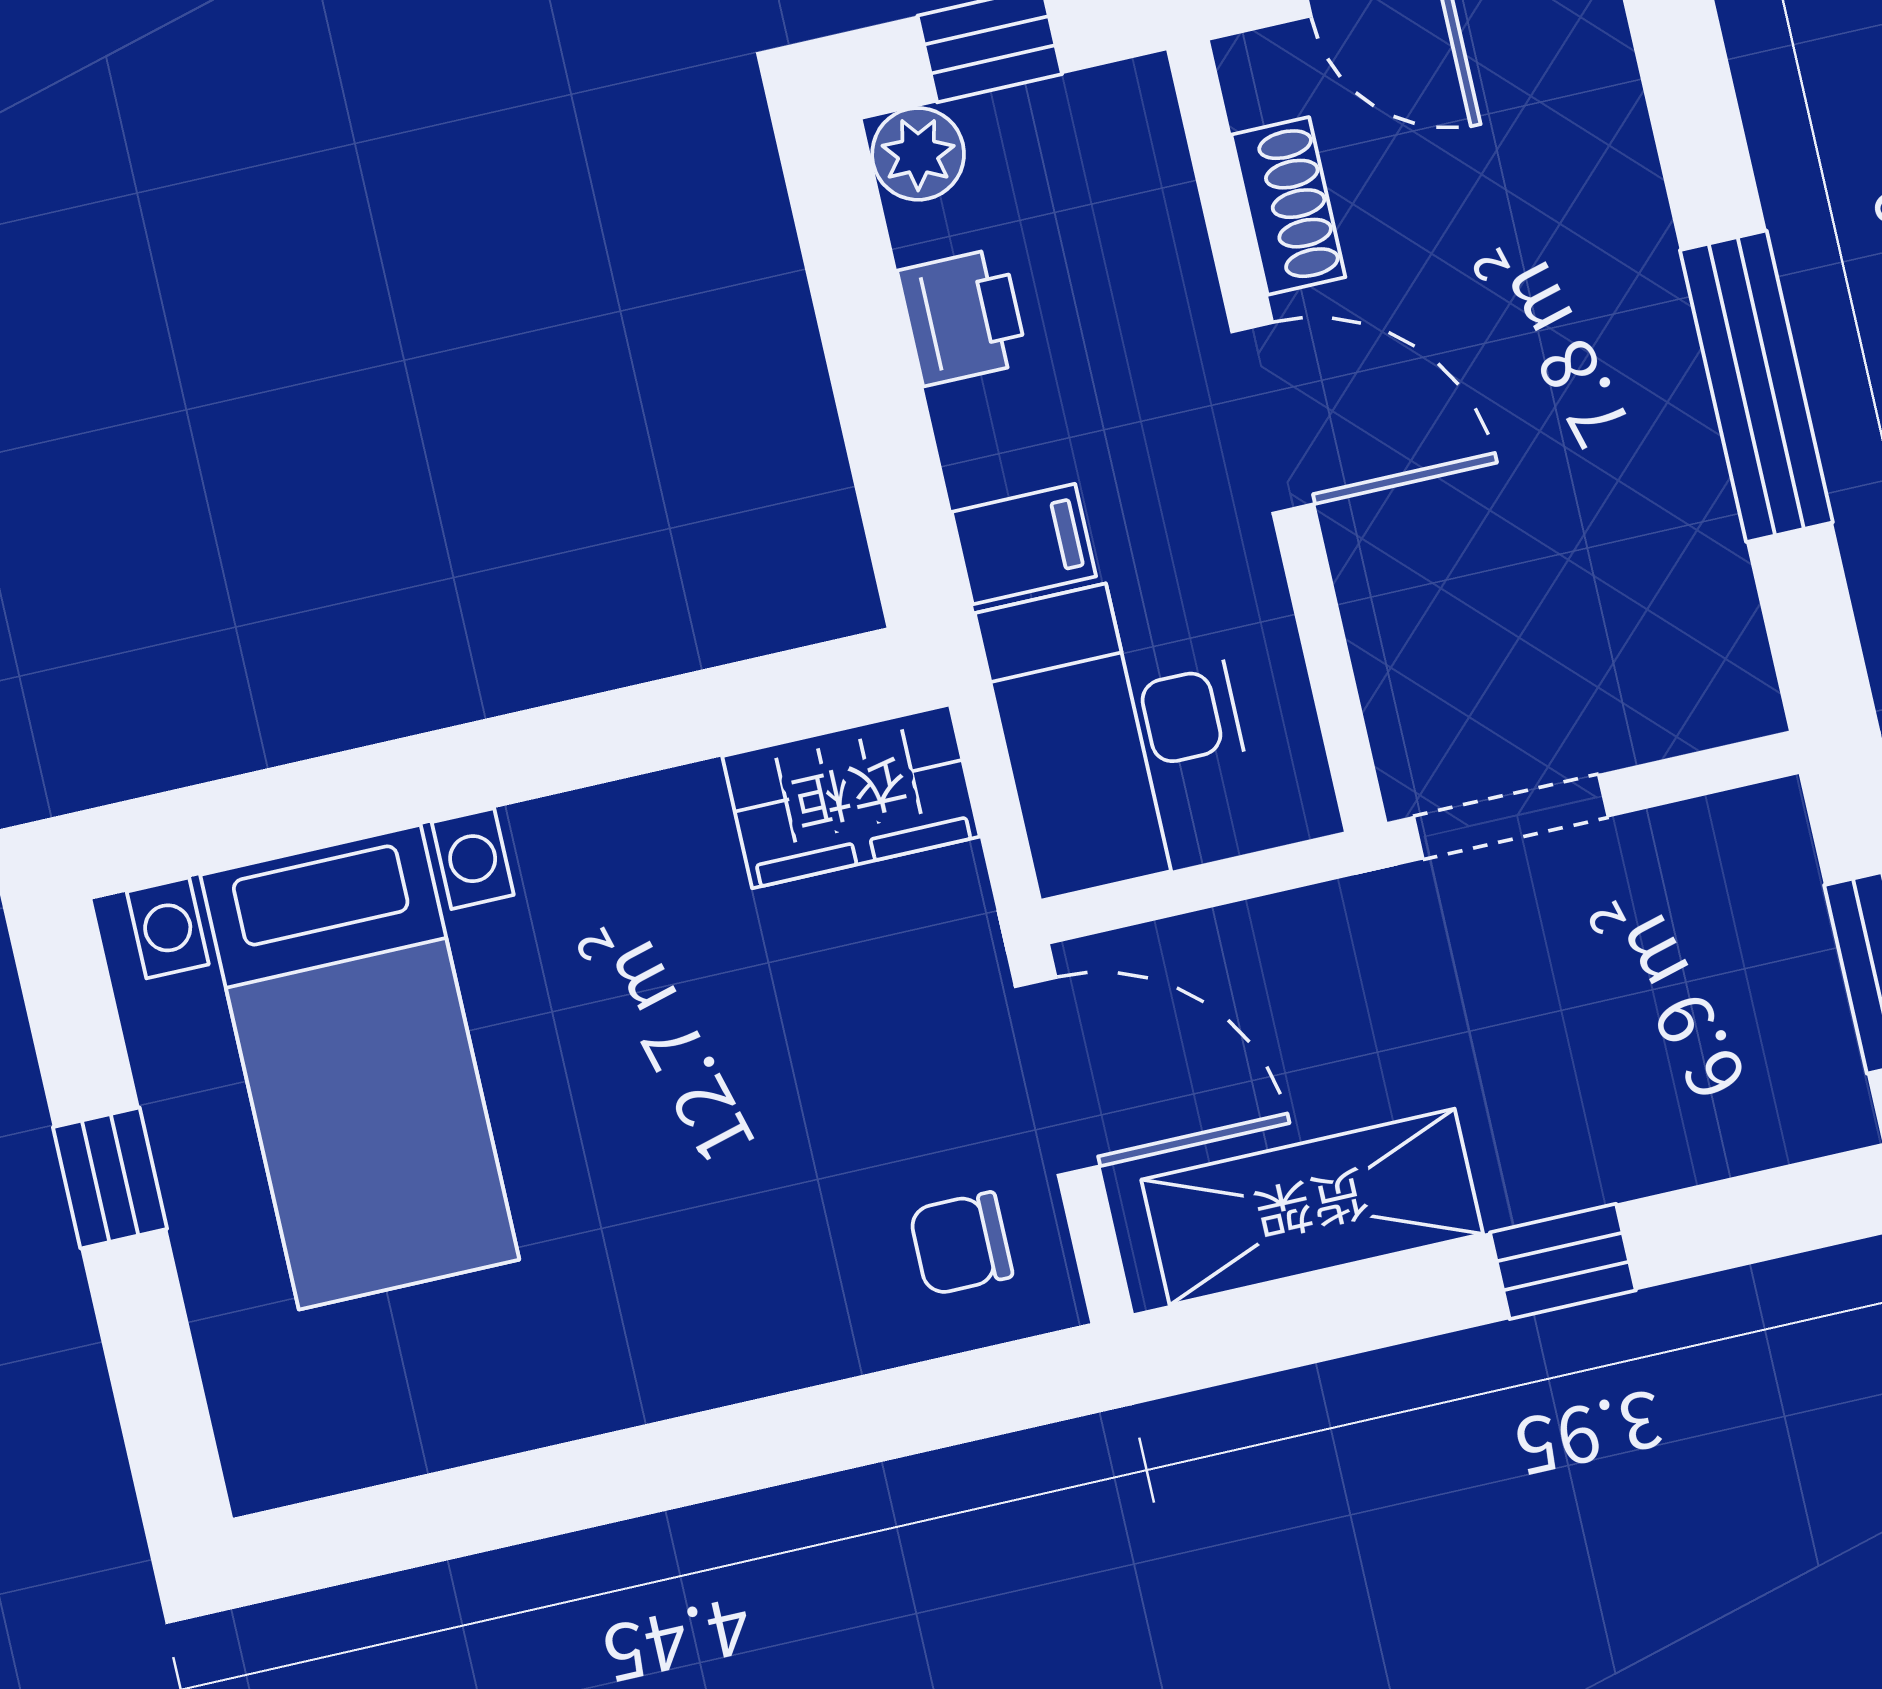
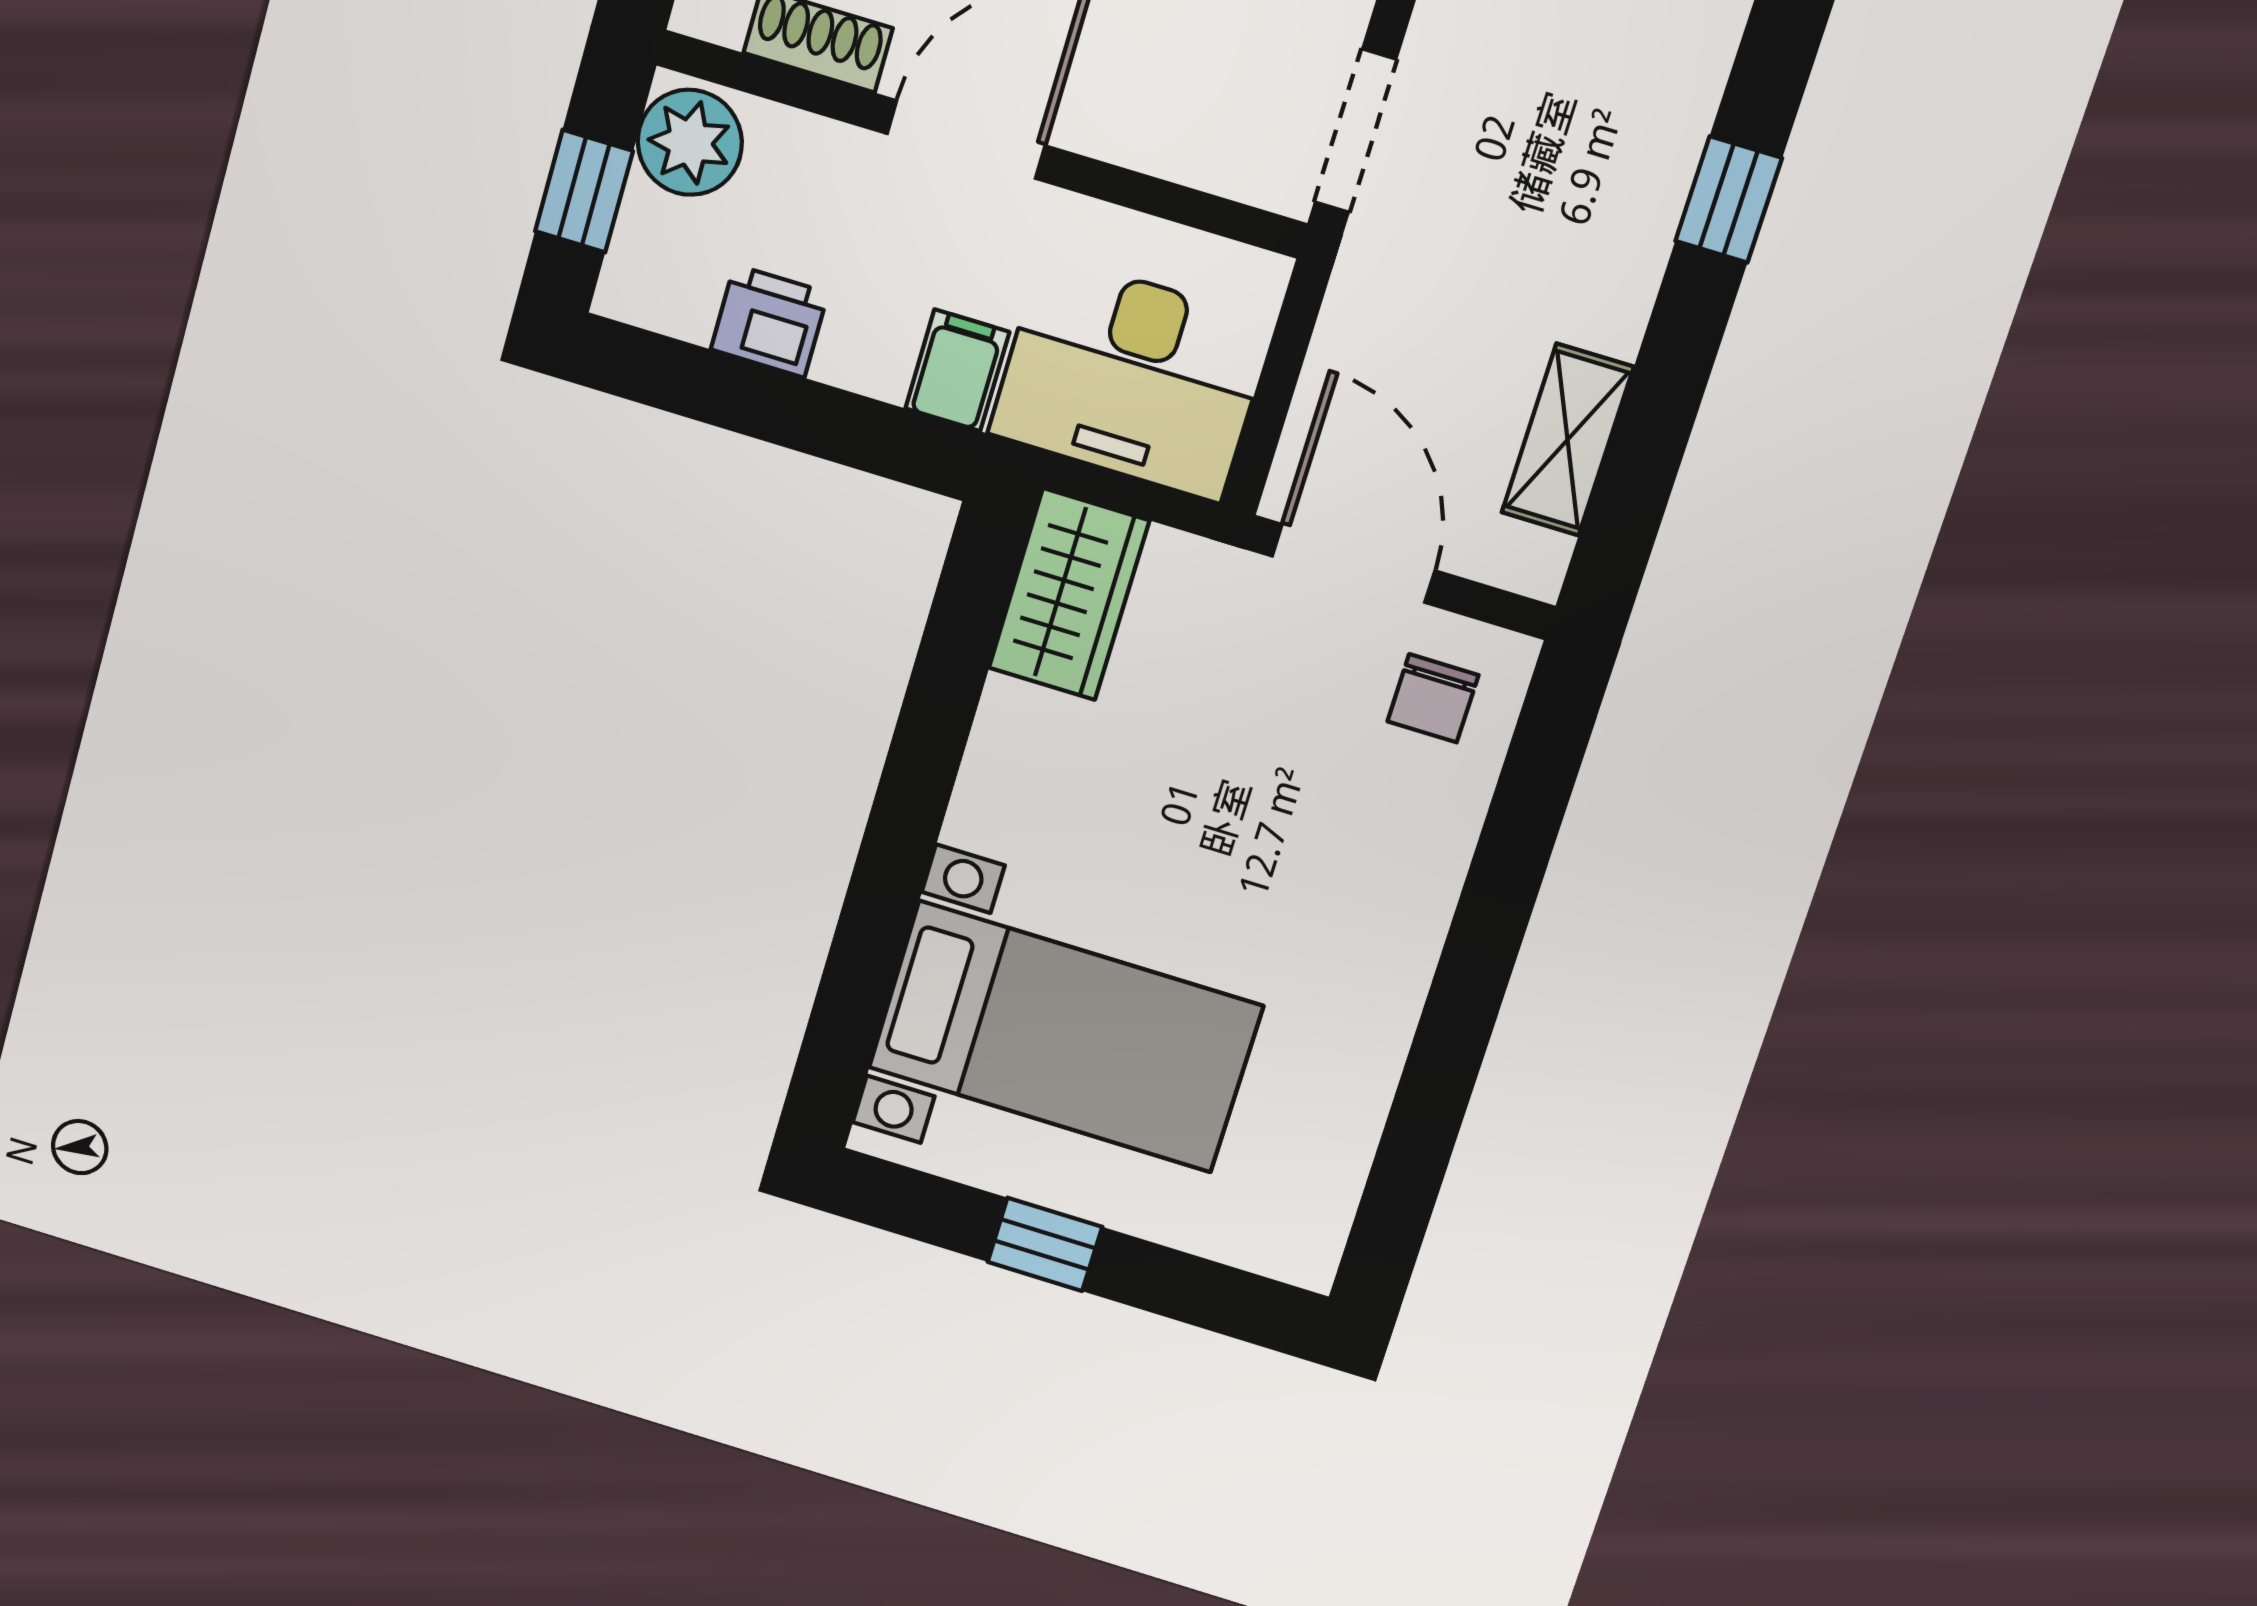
plant: (918, 154) -> (690, 142), moved, width x1.38, depth x1.38
door: (1057, 1076) -> (1353, 563), hinge flipped
shelving: (1312, 1207) -> (1568, 440), width x0.67, depth x0.75
window: (1563, 1261) -> (1729, 200), moved

